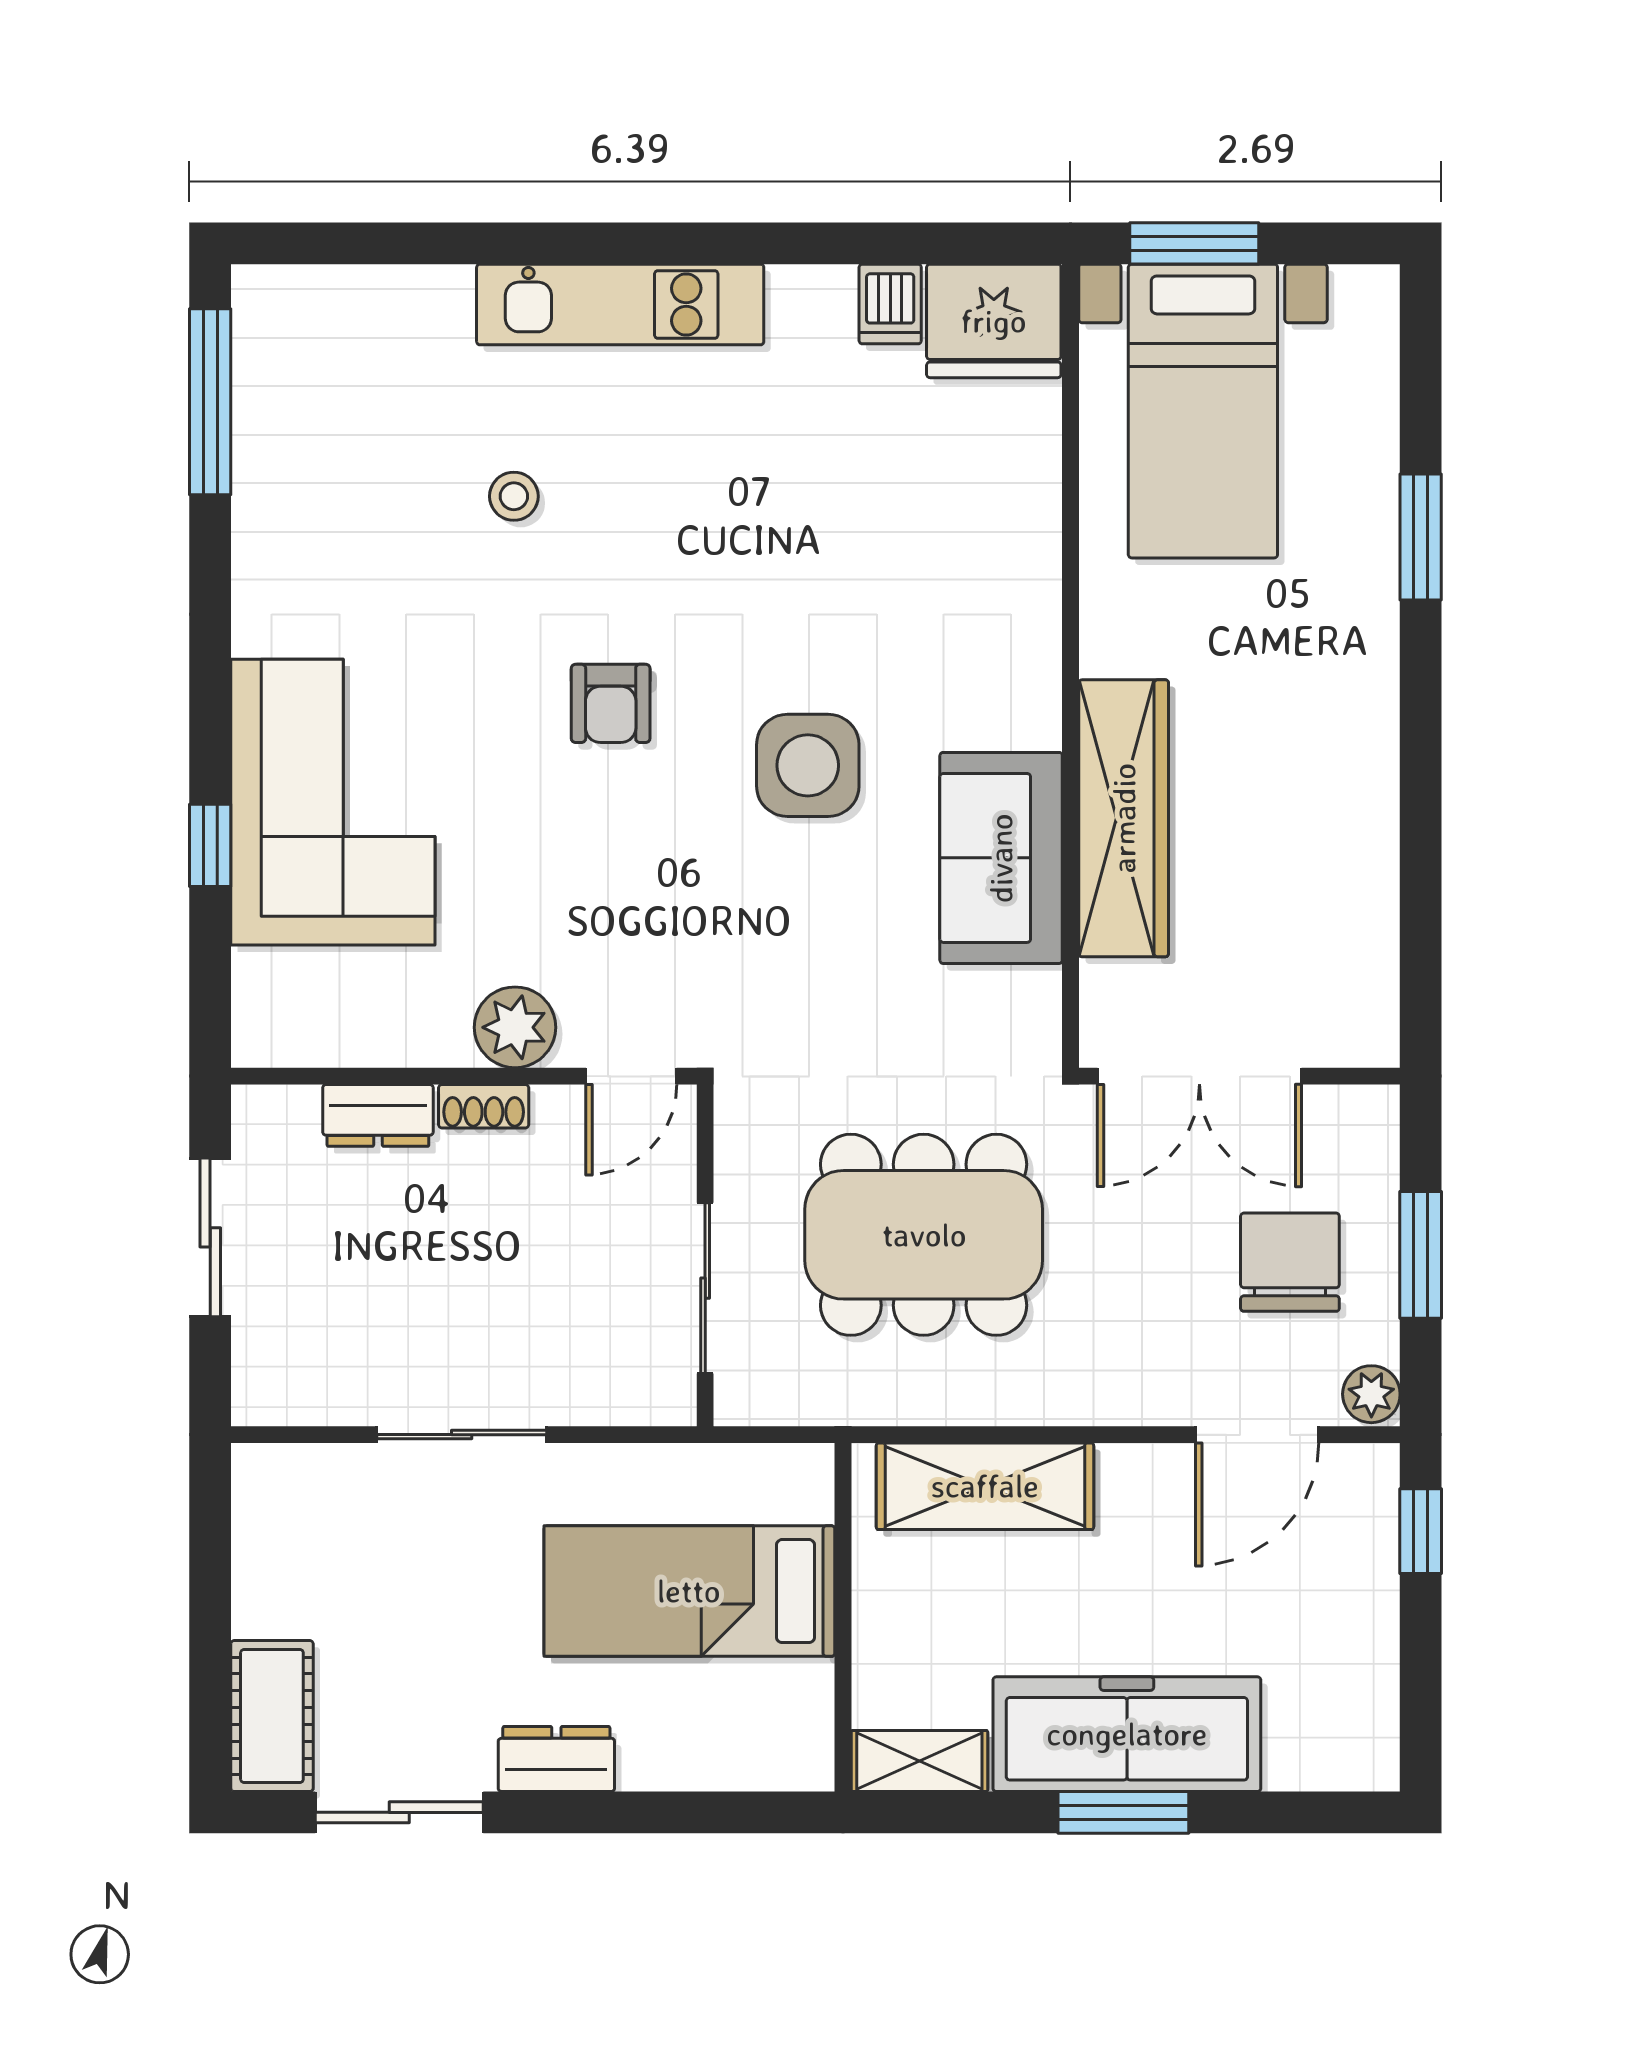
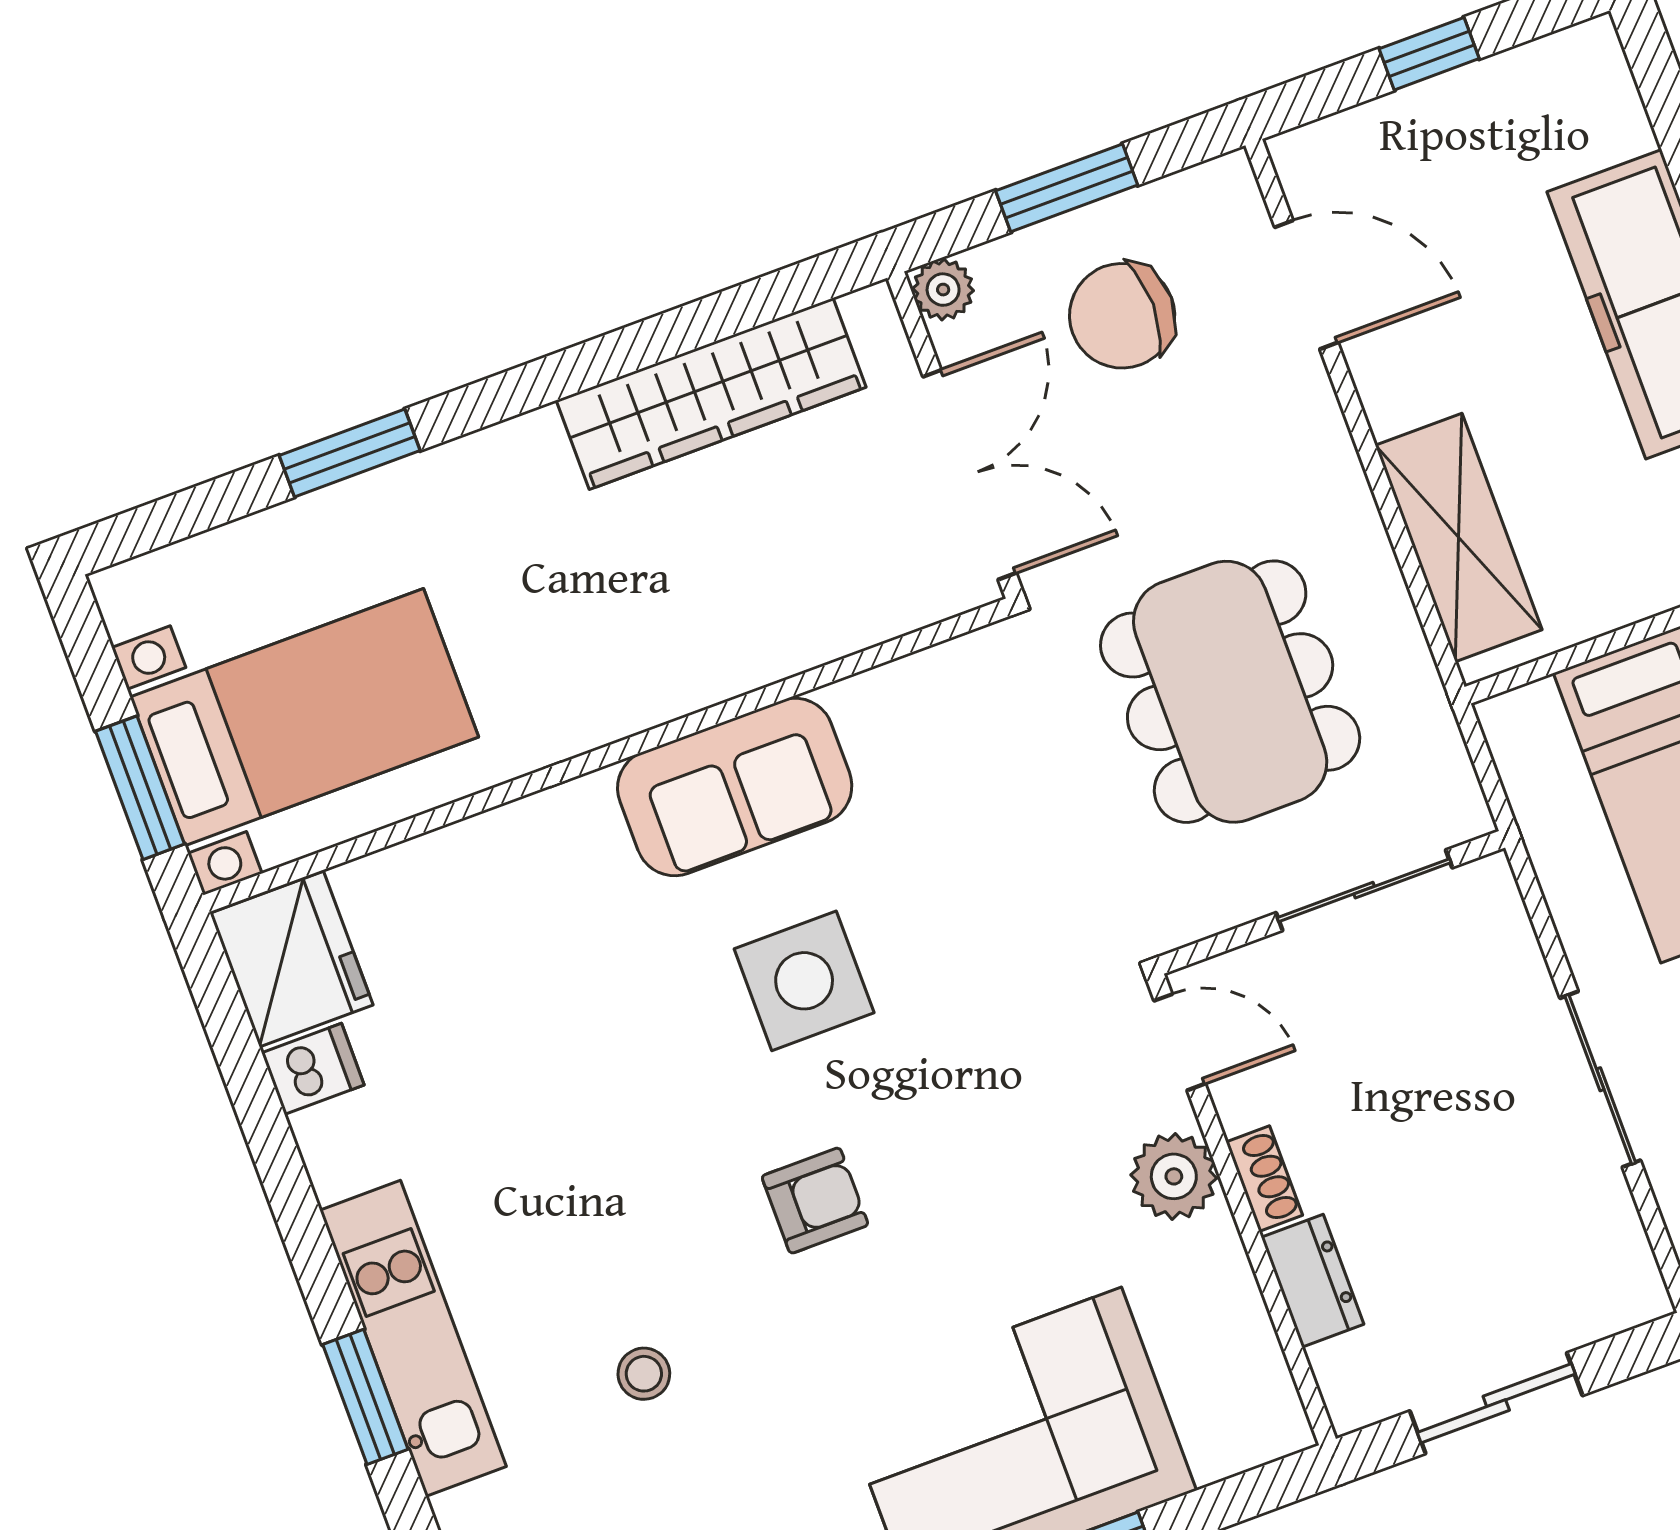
window: (584, 243) -> (365, 1397), added
wardrobe: (1124, 818) -> (711, 394), moved, turned 180
sofa: (1001, 858) -> (735, 787), moved
plant: (1371, 1394) -> (943, 290), moved
window: (1421, 1531) -> (1429, 54), moved

